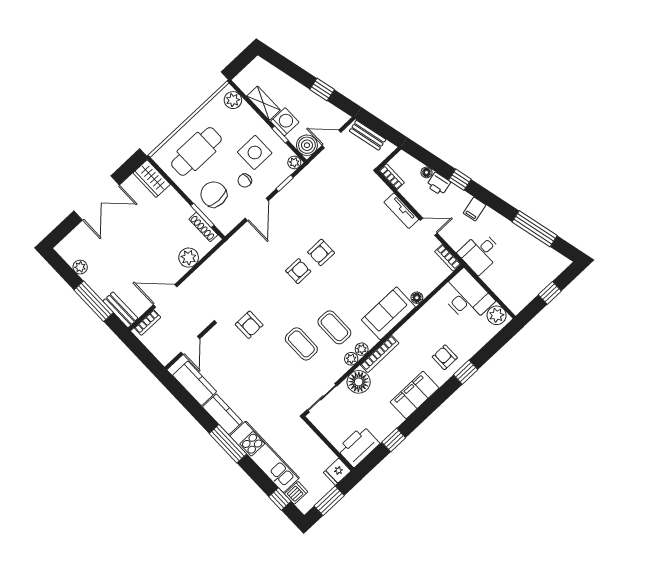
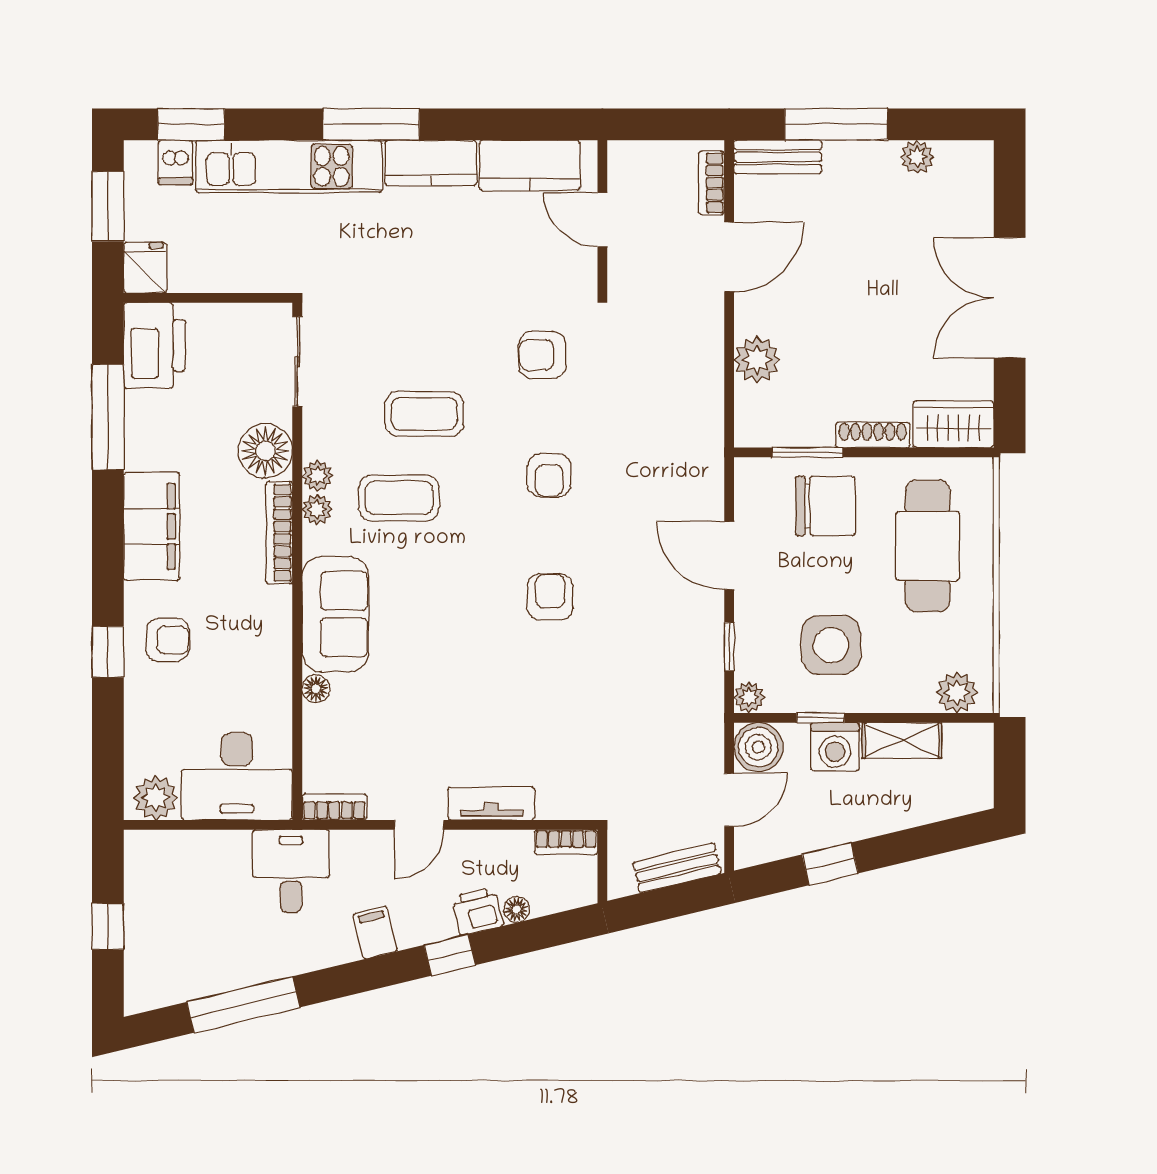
chair: (245, 181) -> (798, 582), removed
shoe rack: (203, 227) -> (873, 435), moved
armchair: (298, 271) -> (549, 475), moved
window: (394, 440) -> (108, 417), width x2.17
window: (280, 499) -> (191, 124), width x1.50

